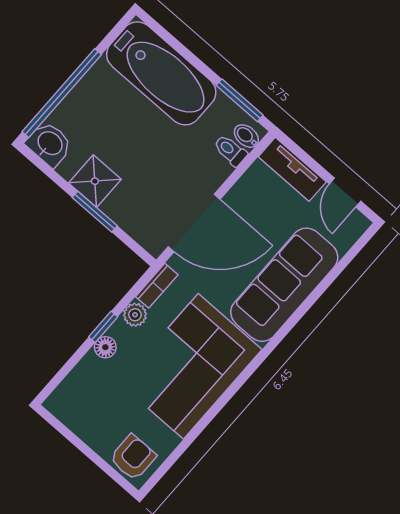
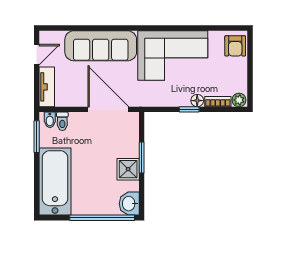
bookcase: (157, 286) -> (218, 102), moved
plant: (135, 315) -> (239, 100), moved
armchair: (133, 457) -> (235, 46), turned -90

